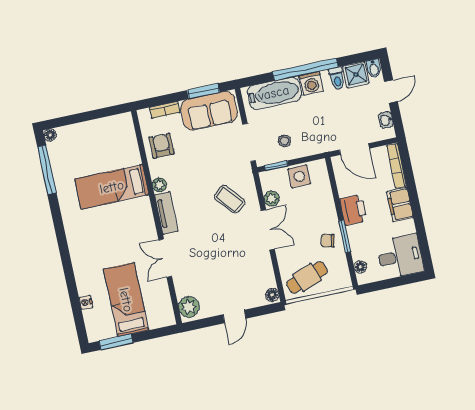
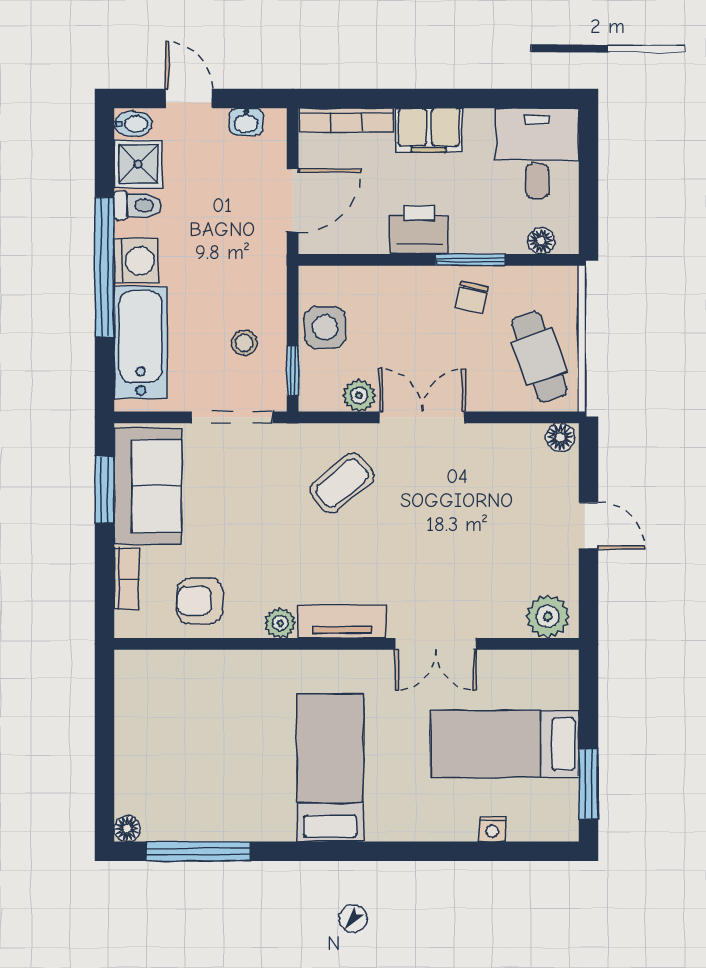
bed: (112, 187) -> (330, 768), moved, turned 180

